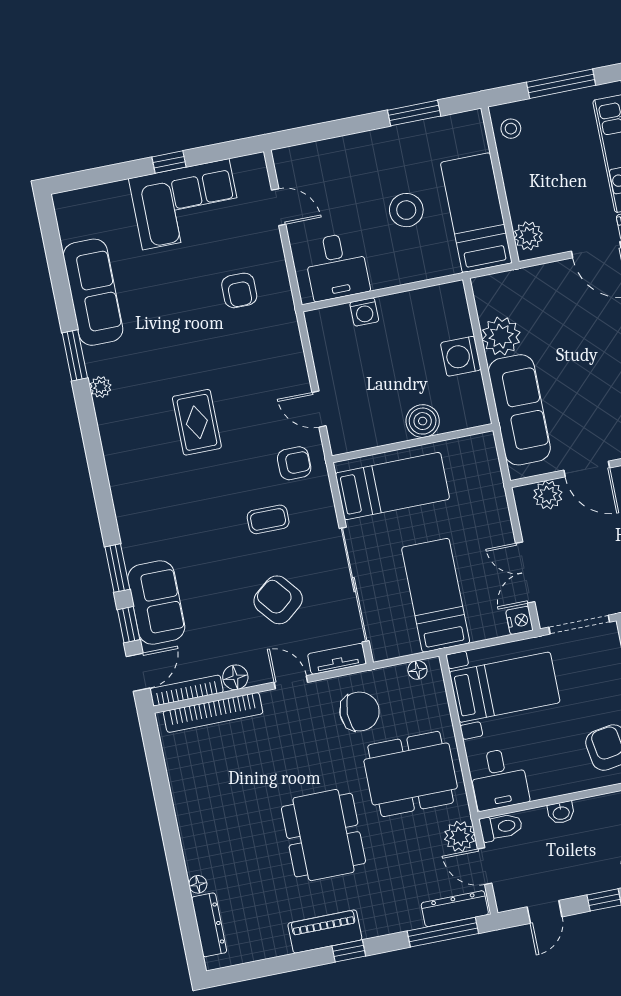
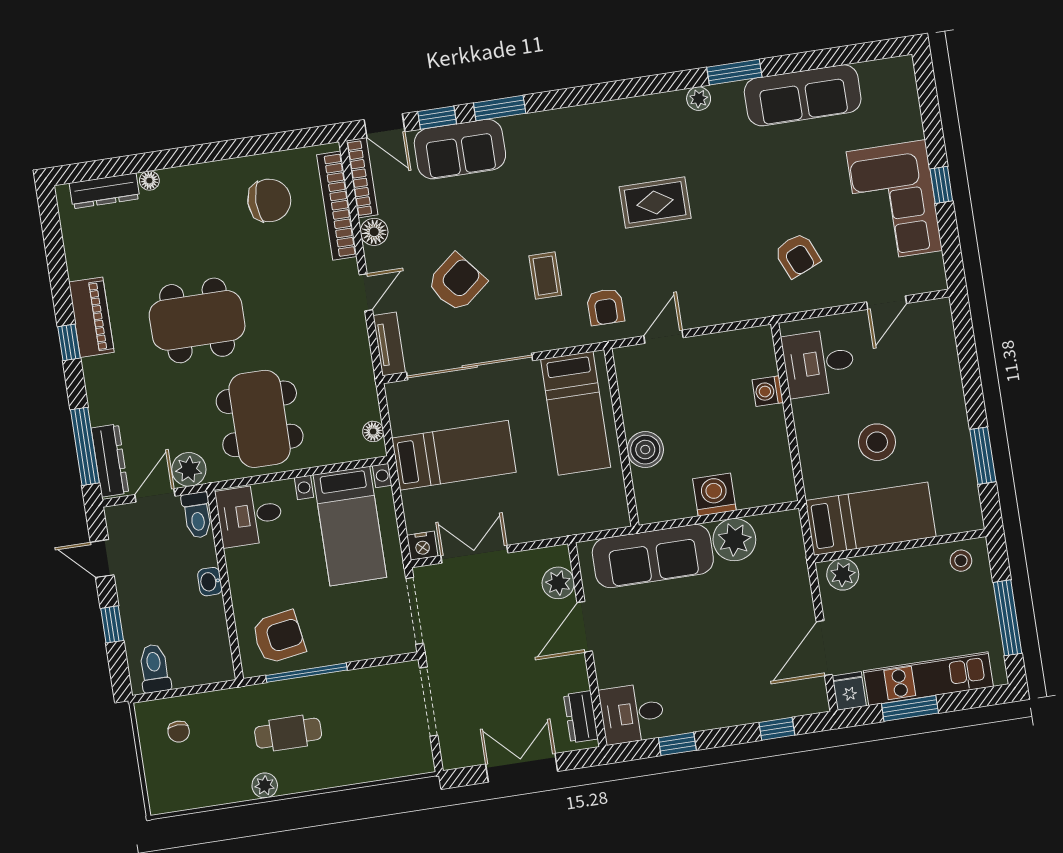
armchair: (239, 290) -> (797, 255), turned -113
chair: (359, 712) -> (269, 200), moved, turned -90

